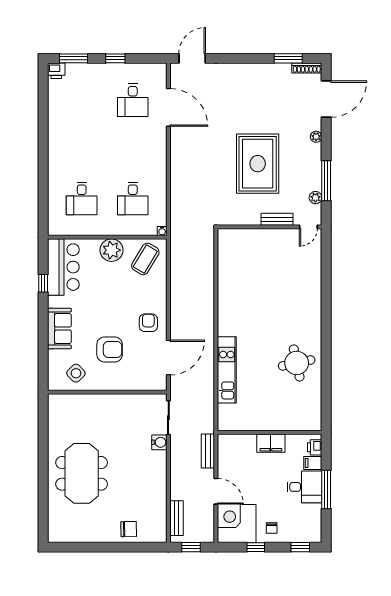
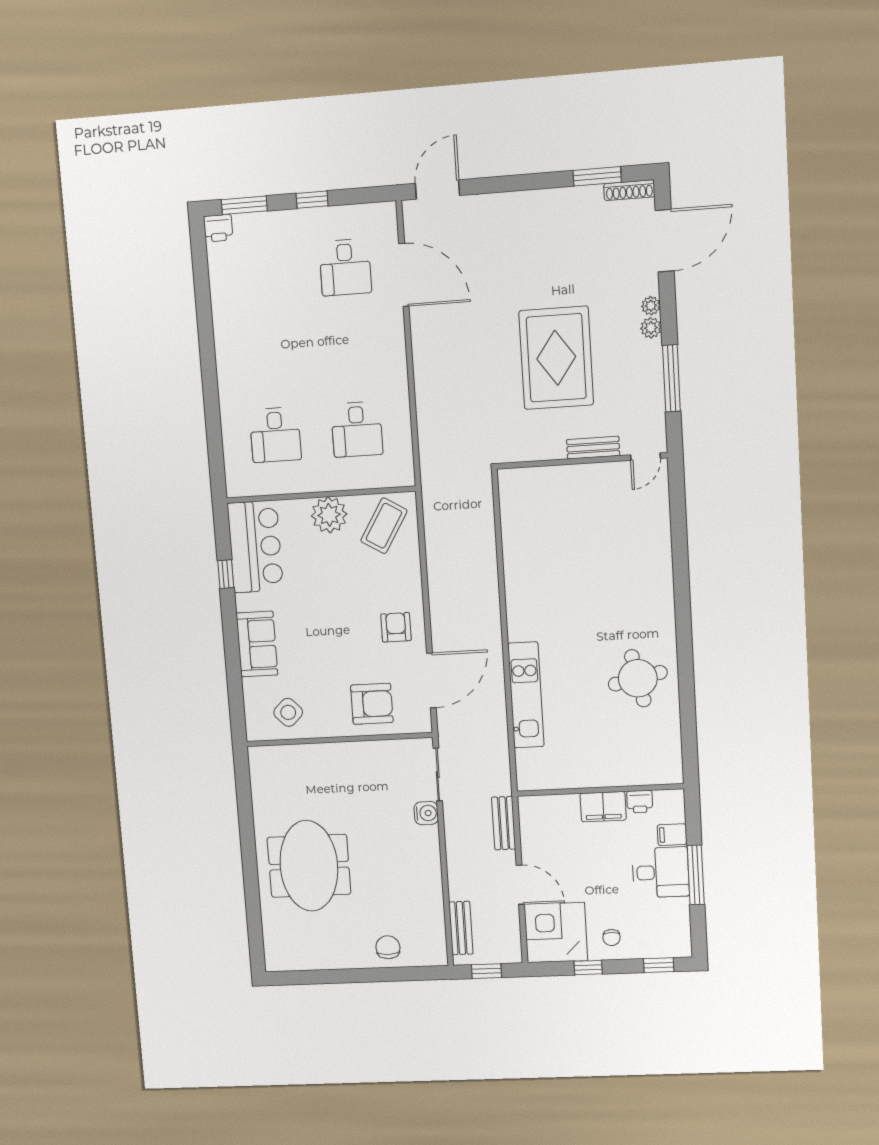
plant: (315, 198) -> (651, 328), moved
water cooler: (162, 231) -> (408, 479), removed
armchair: (110, 349) -> (372, 704), moved
printer: (315, 447) -> (640, 802), moved, turned -90
chair: (129, 529) -> (388, 947), turned -89

